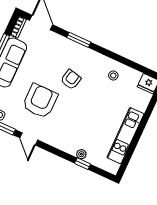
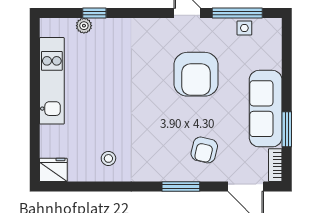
armchair: (71, 79) -> (204, 150), moved
plant: (81, 154) -> (84, 26), moved

